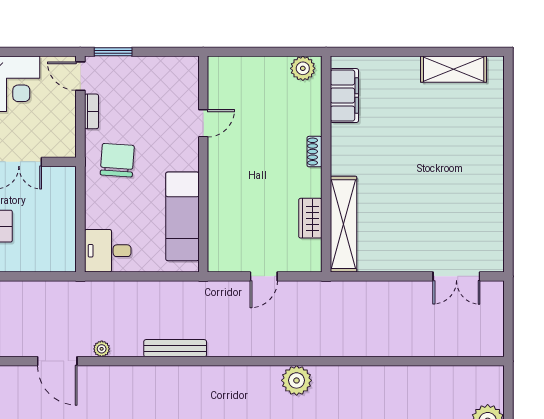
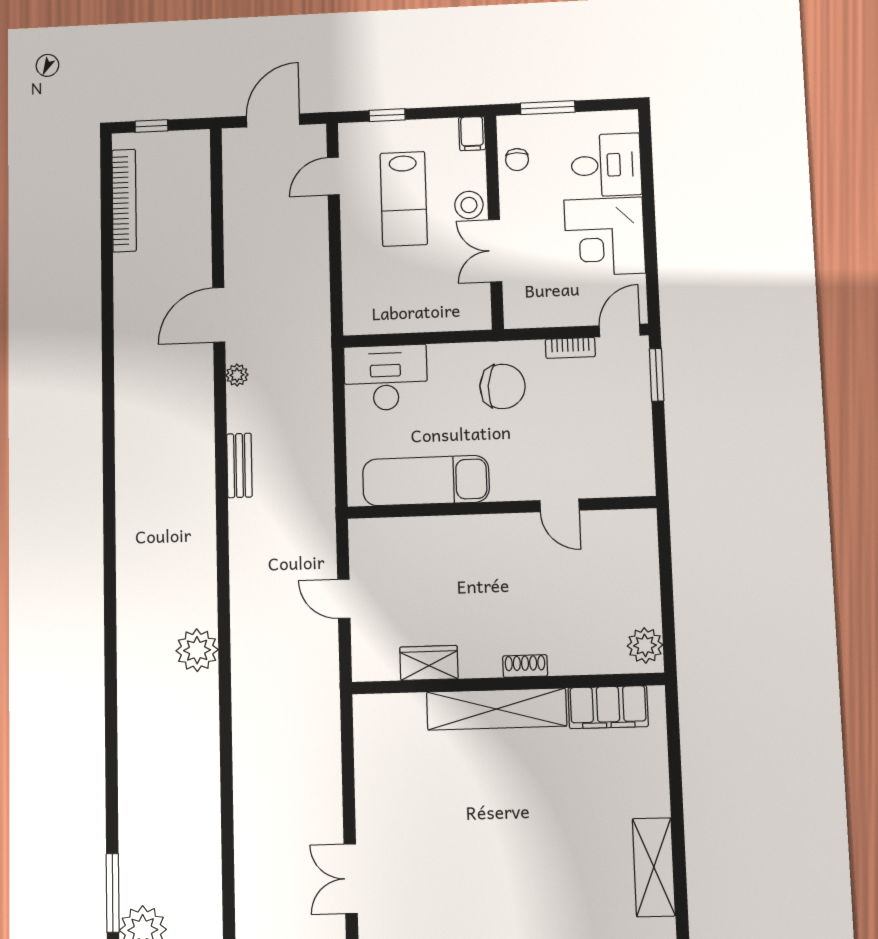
shelving: (344, 224) -> (497, 709), moved
desk: (108, 251) -> (386, 378), width x1.37
bench: (175, 348) -> (239, 465), width x0.73

